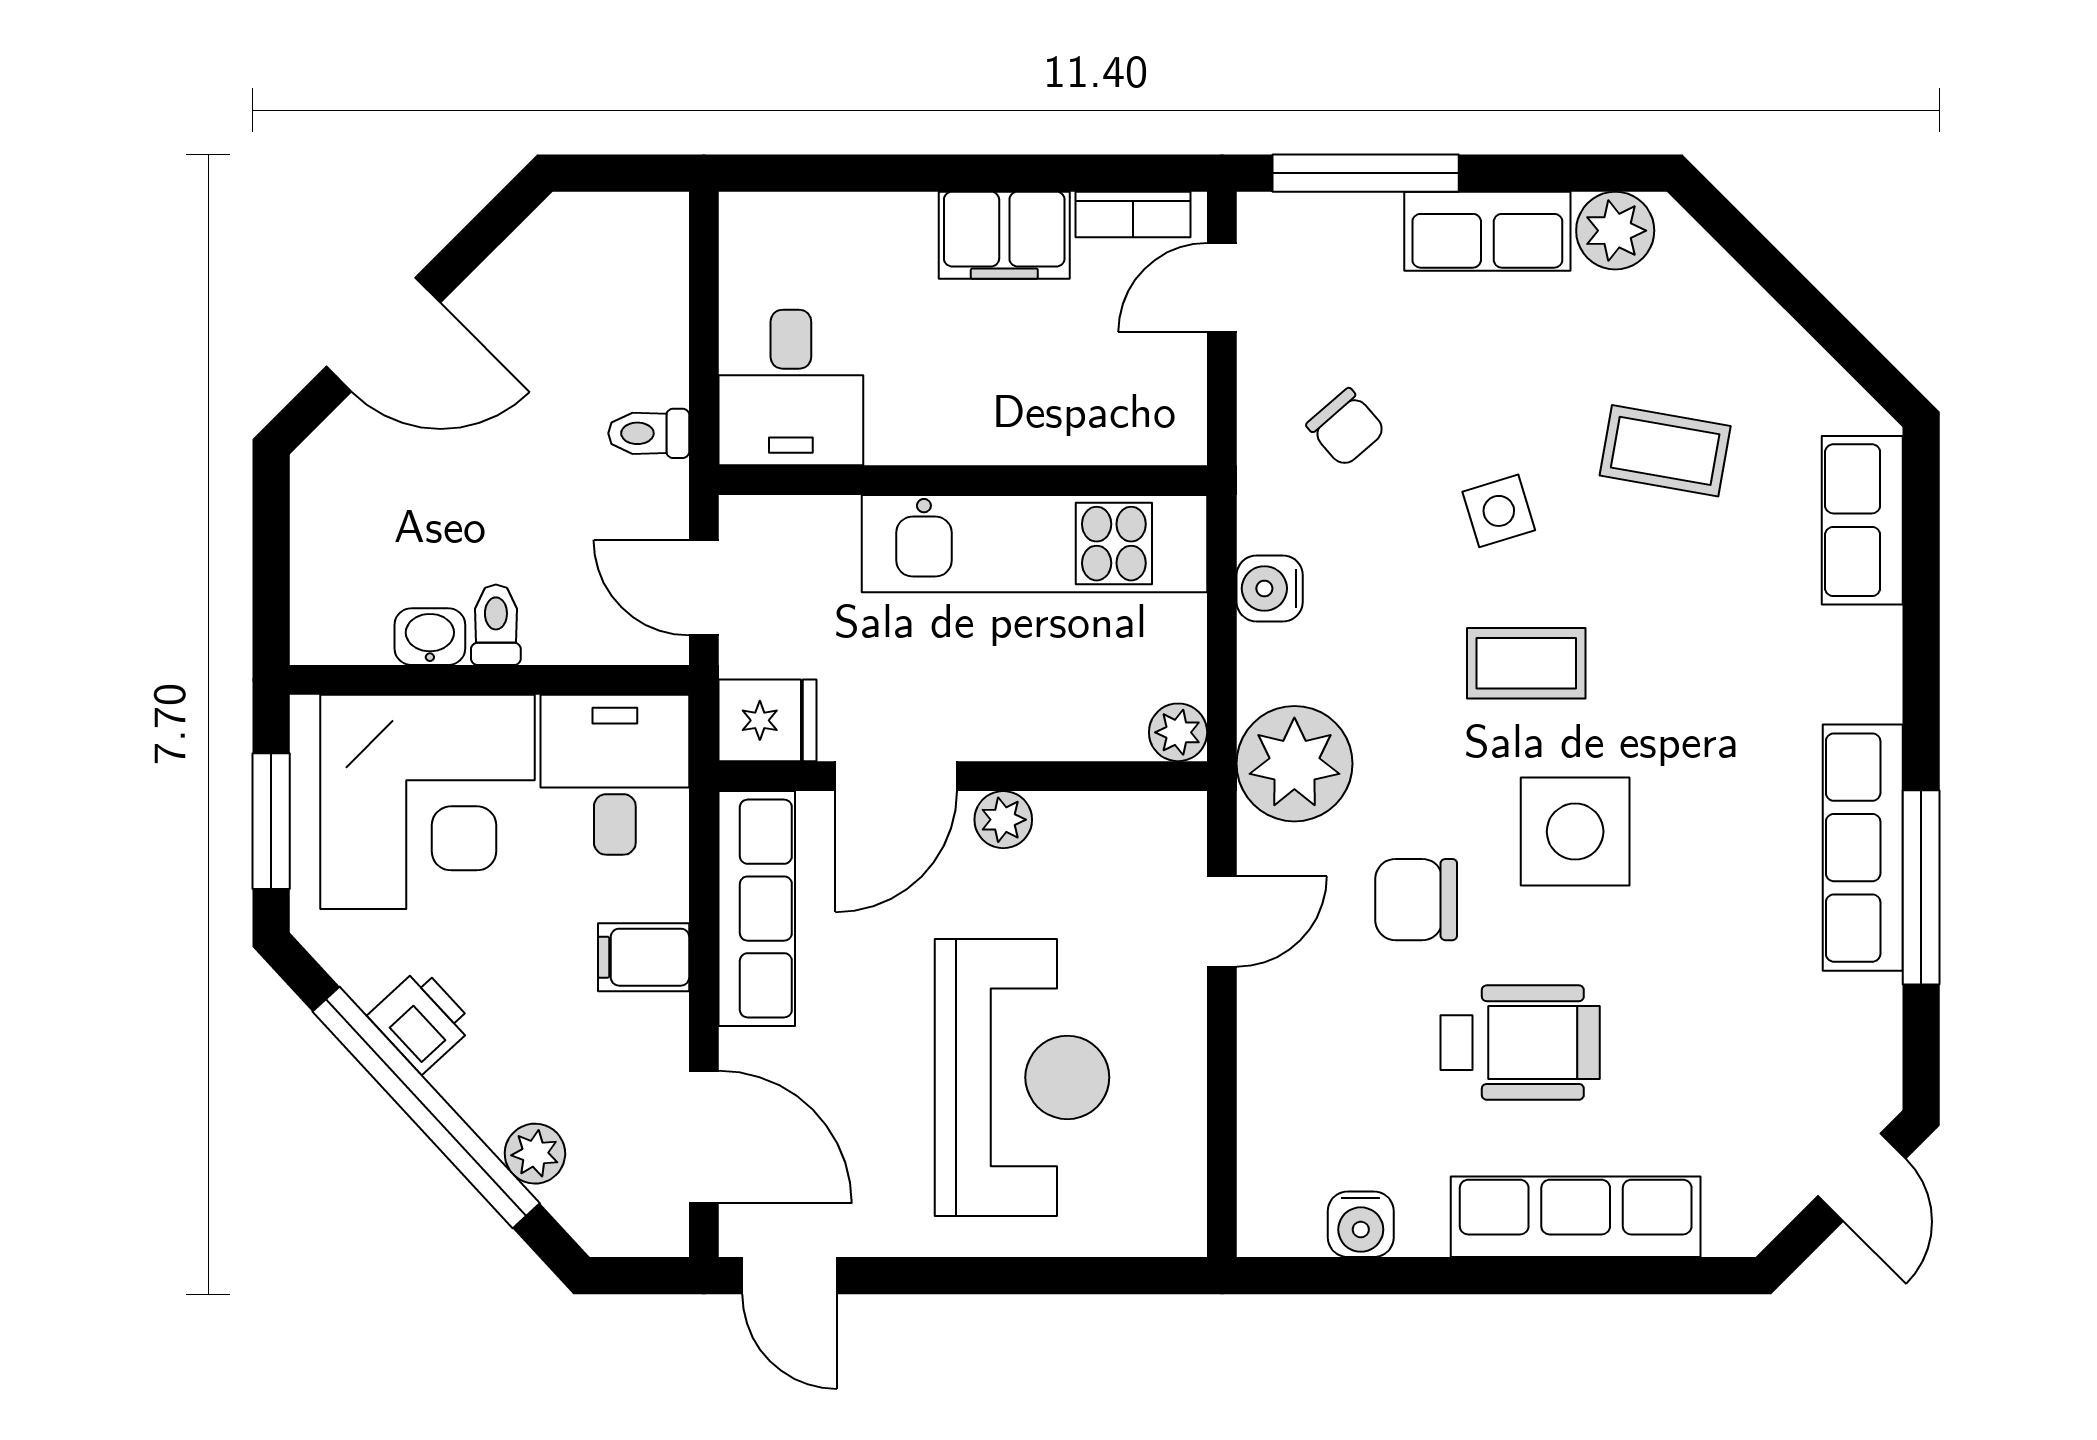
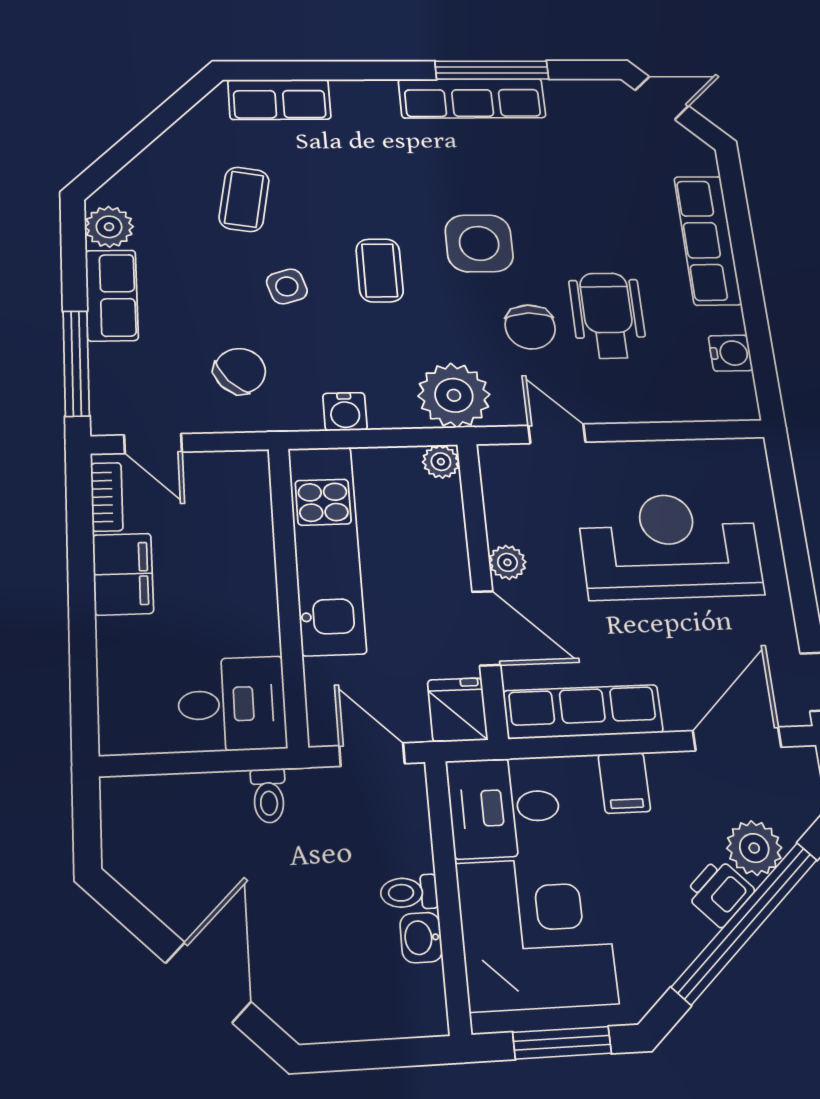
chair: (1346, 428) -> (240, 371), width x1.37, depth x1.37
door: (704, 588) -> (372, 755), swing flipped
printer: (421, 1020) -> (719, 892), moved
wheelchair: (1520, 1043) -> (608, 315), moved
plant: (535, 1154) -> (754, 848), width x1.38, depth x1.38

